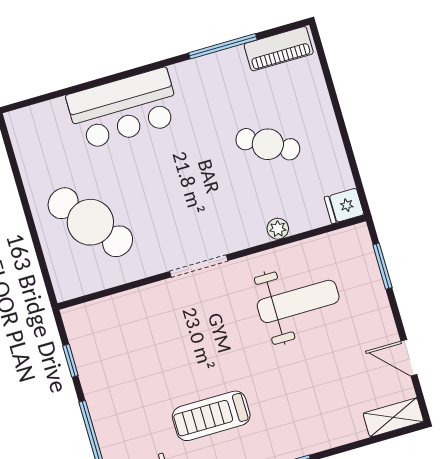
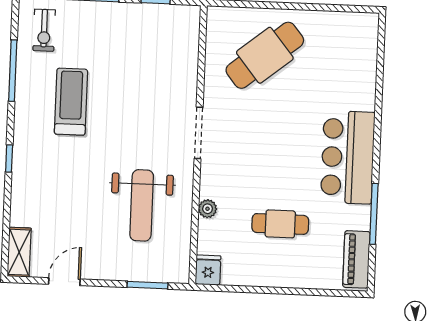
bar counter: (124, 109) -> (348, 157), moved
cafe table: (268, 144) -> (280, 224), turned 61

